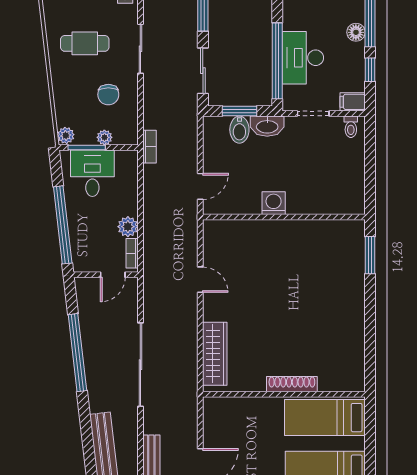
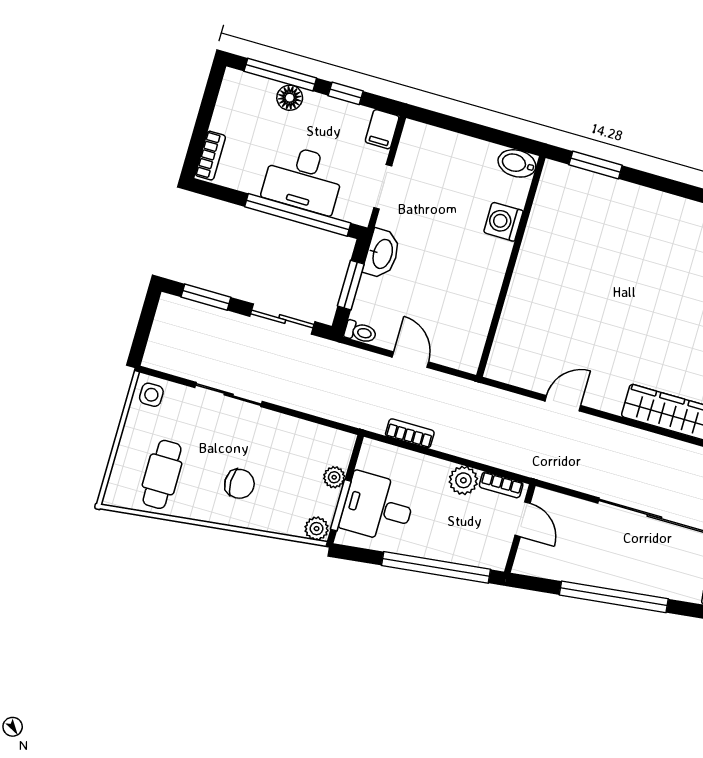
cafe table: (85, 43) -> (162, 474), moved
chair: (108, 95) -> (239, 484), moved
toilet: (351, 127) -> (360, 332), moved
bidet: (239, 130) -> (517, 163), moved, turned 180
bookcase: (149, 147) -> (410, 433), moved
door: (200, 186) -> (410, 360), moved
washing machine: (274, 203) -> (503, 222), moved

